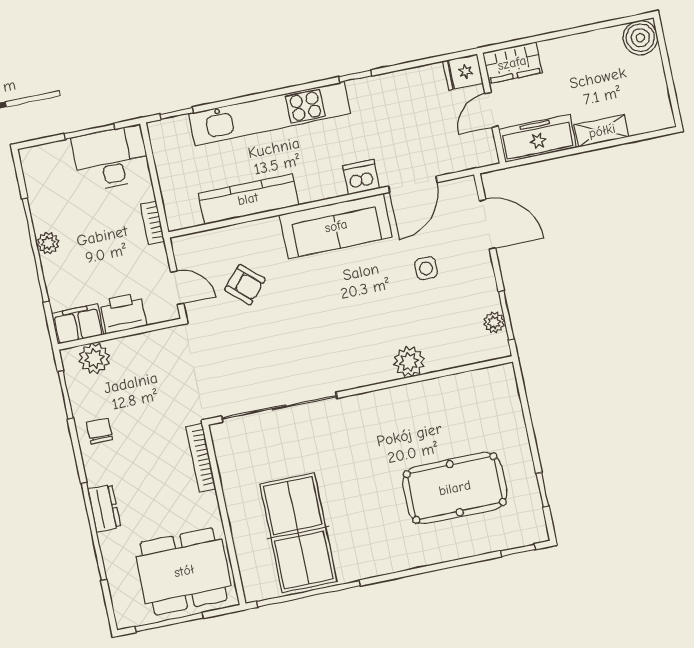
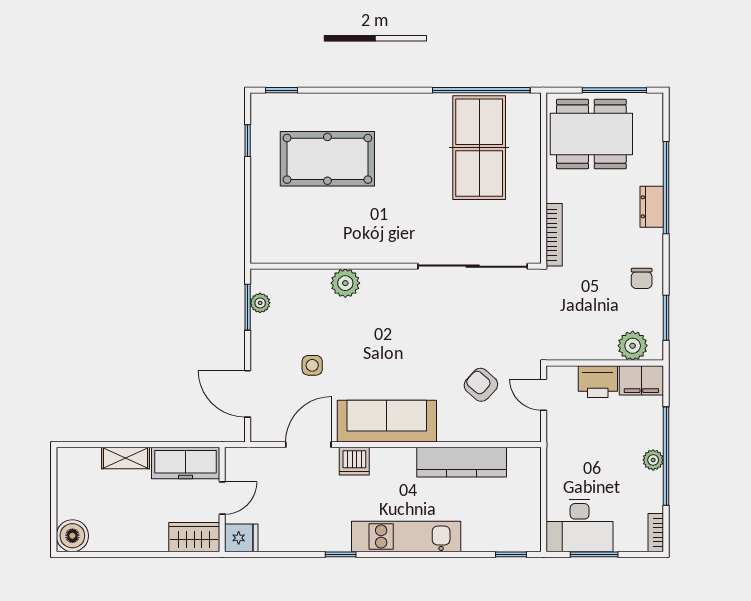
kitchen unit: (270, 114) -> (406, 536), width x0.73
bookcase: (152, 223) -> (656, 533), moved, turned 180

